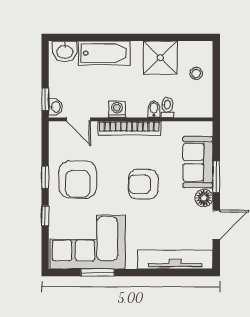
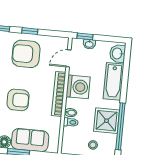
window: (166, 37) -> (120, 126), added
washbasin: (55, 107) -> (89, 44), moved
washing machine: (117, 109) -> (78, 87), width x1.89, depth x1.89
armchair: (143, 184) -> (18, 100), turned 90

